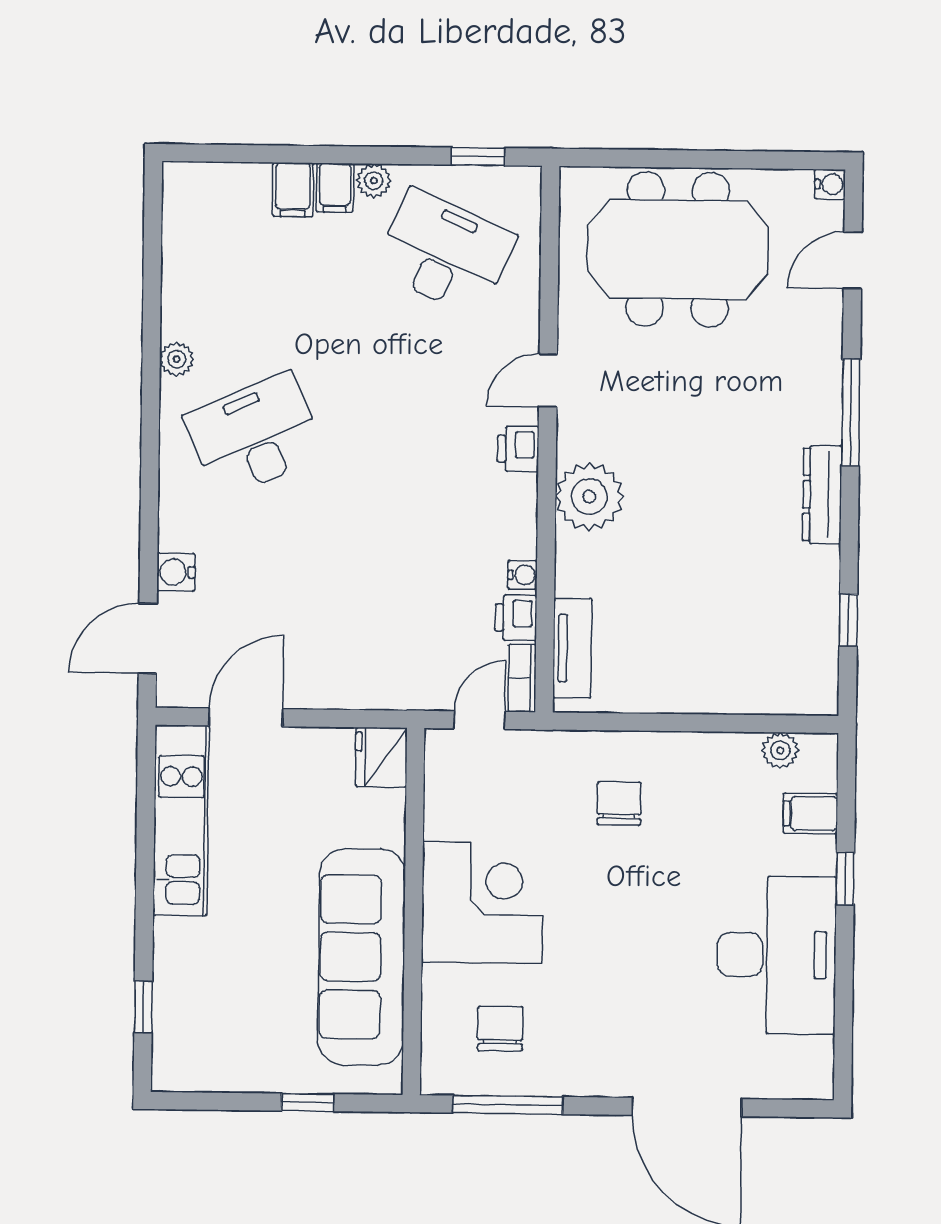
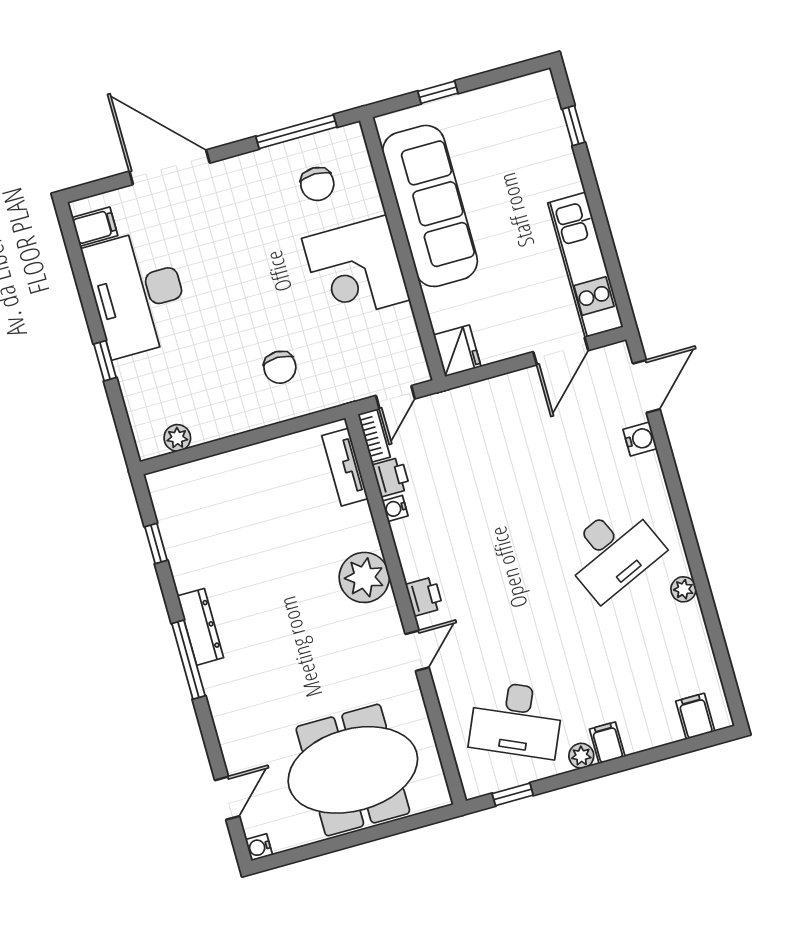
filing cabinet: (293, 190) -> (695, 716), moved
window: (851, 412) -> (188, 660), moved
filing cabinet: (810, 814) -> (95, 227), moved

